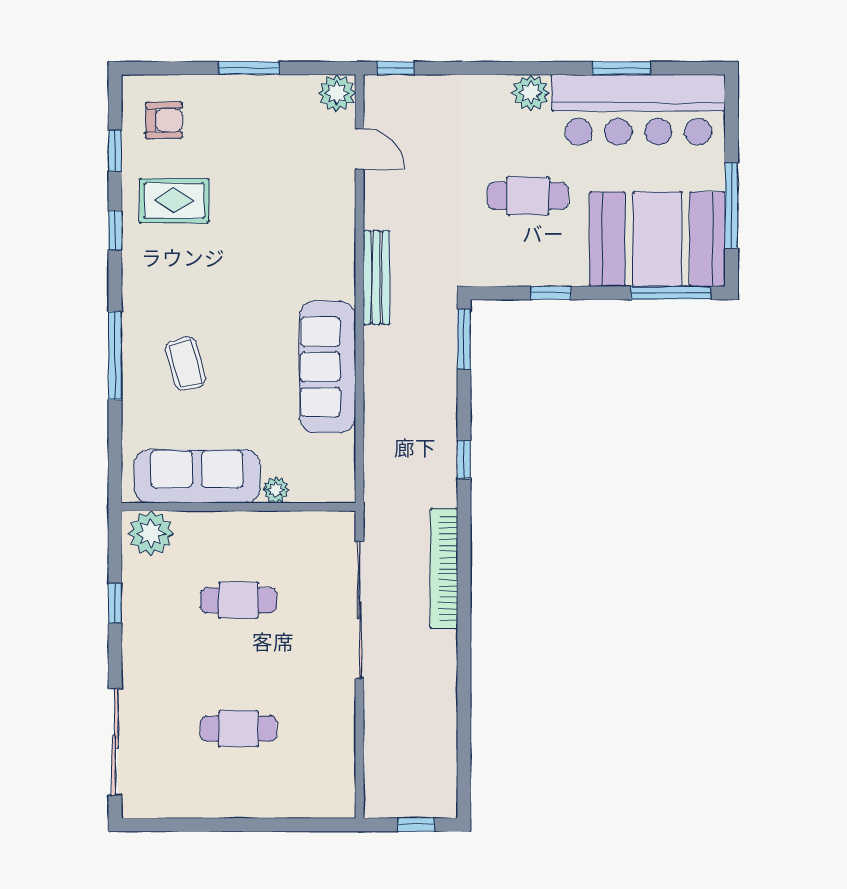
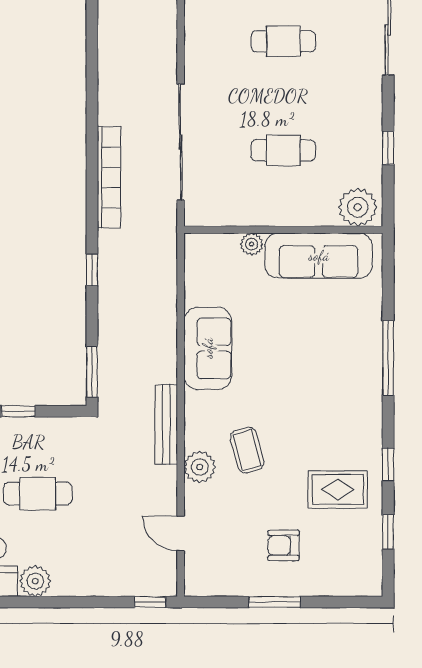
plant: (337, 93) -> (200, 467), moved
armchair: (164, 120) -> (284, 545), moved
coffee table: (186, 364) -> (247, 450), moved
sofa: (328, 367) -> (208, 348), width x0.73

